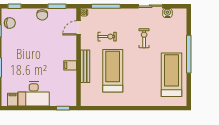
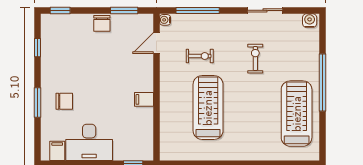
water cooler: (167, 13) -> (310, 21), moved
chair: (10, 23) -> (64, 101), moved
bench: (85, 66) -> (167, 101), removed

